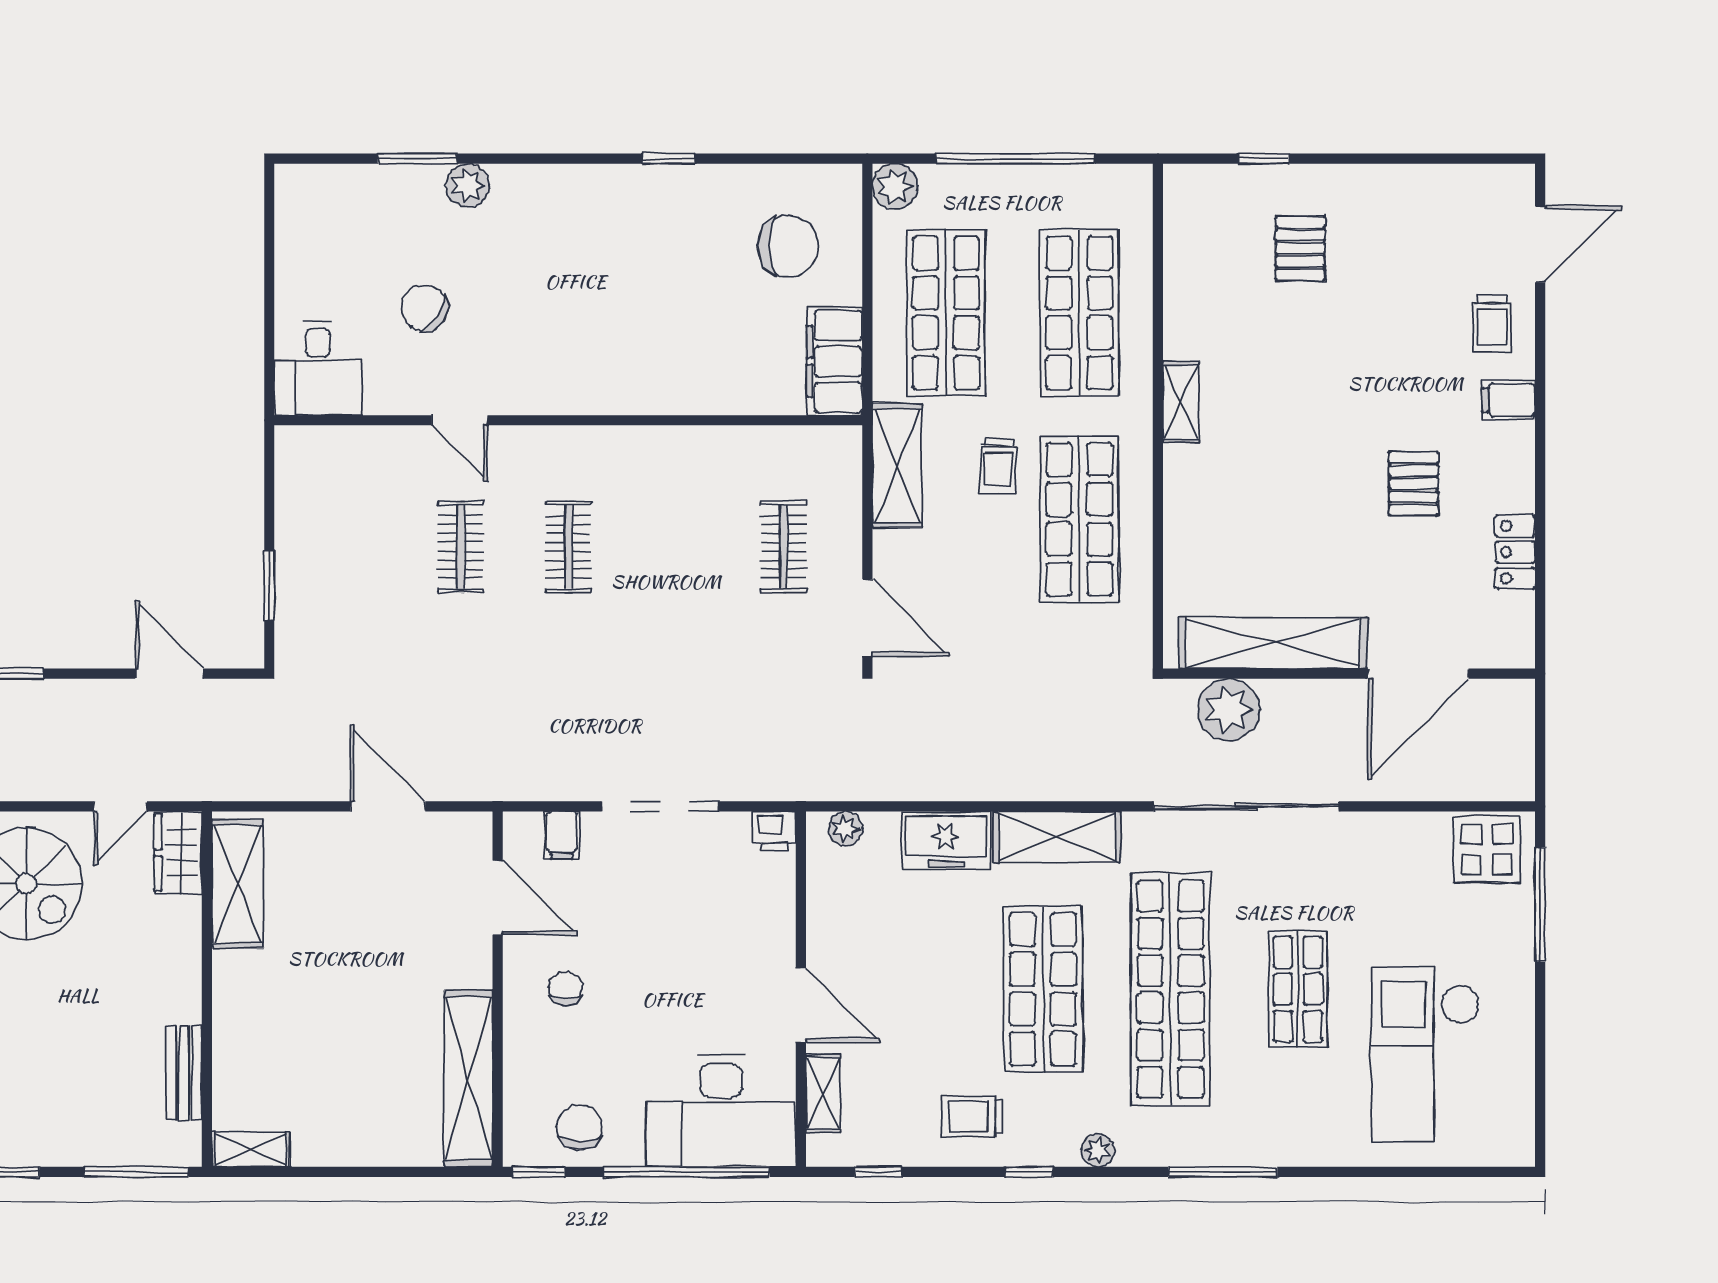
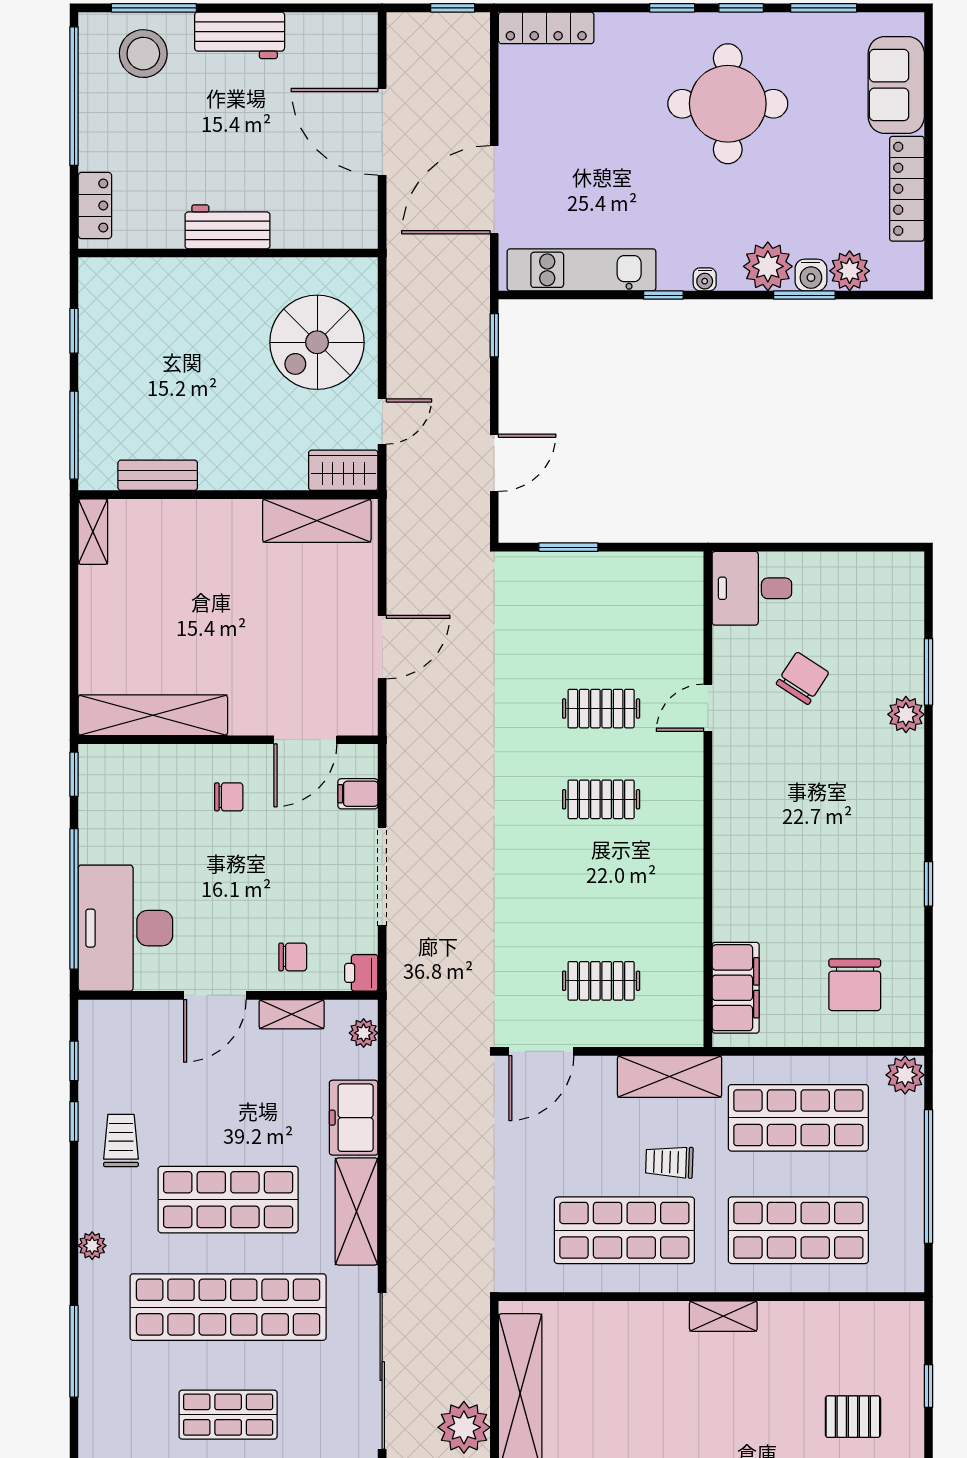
filing cabinet: (834, 361) -> (736, 988), moved, turned 90
plant: (1229, 710) -> (464, 1427), moved
door: (120, 806) -> (382, 422), swing flipped
shelving: (823, 1093) -> (292, 1014), moved
chair: (580, 1127) -> (293, 957), moved, width x0.73, depth x0.73
window: (1029, 1172) -> (74, 1121), moved

